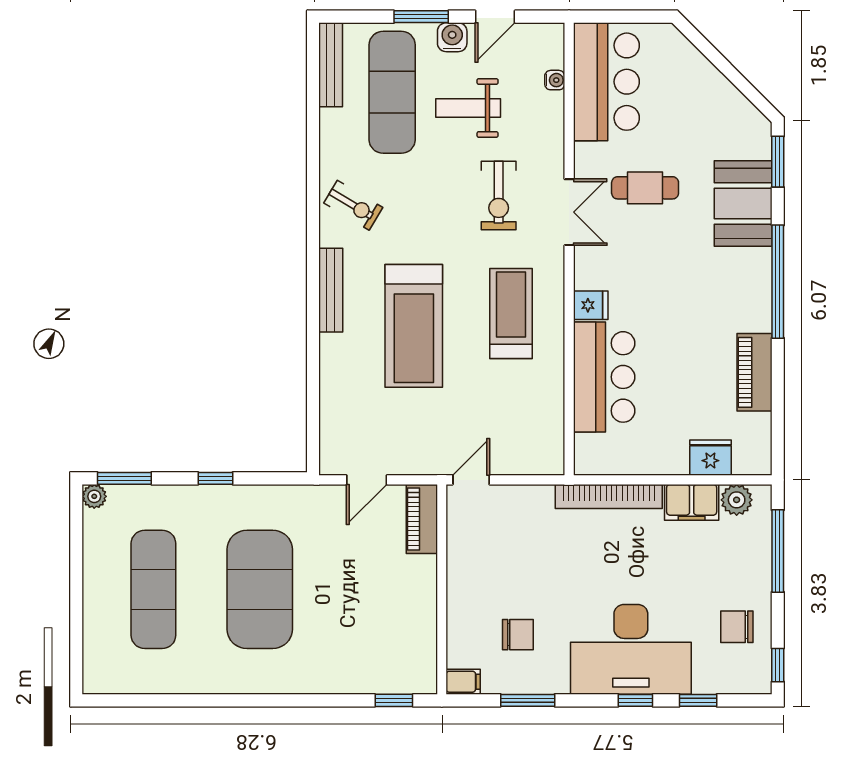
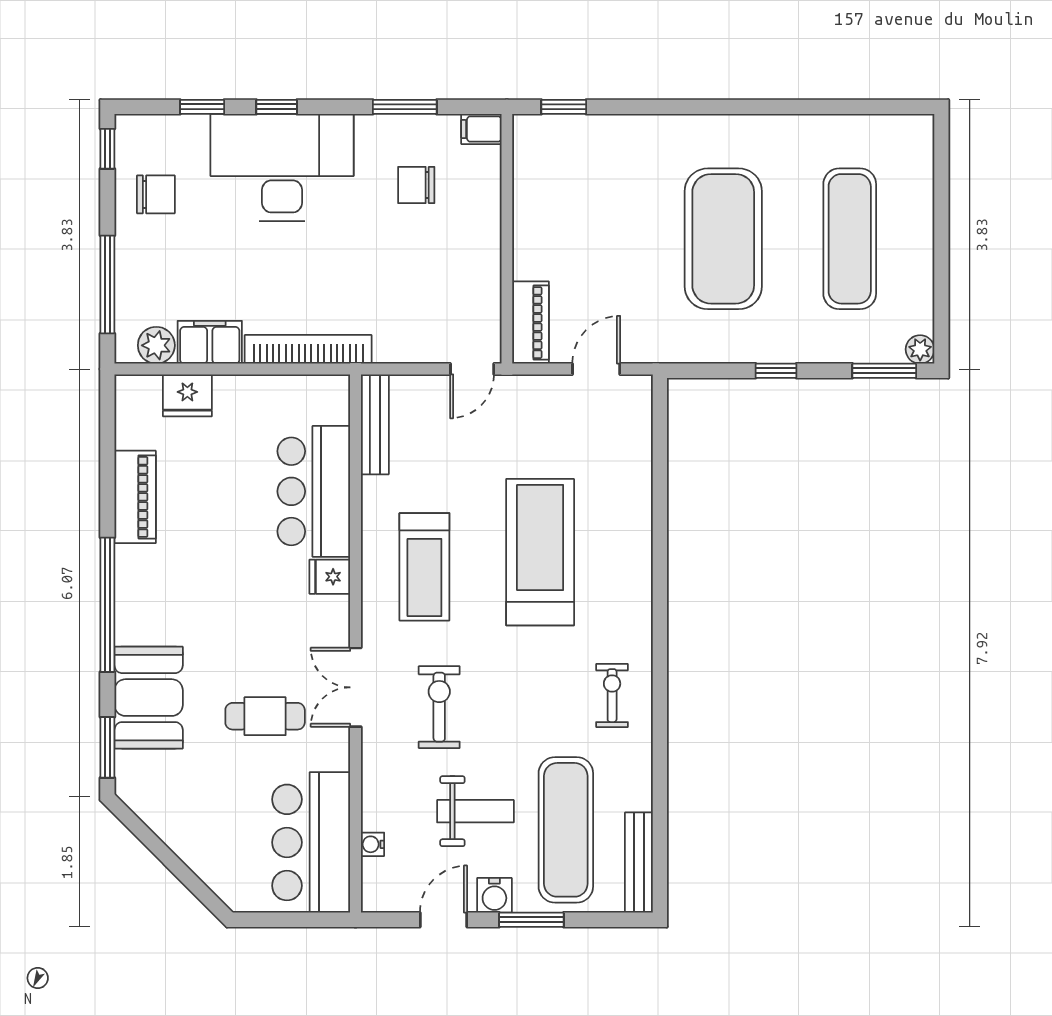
exercise bike: (353, 205) -> (612, 696), turned 59
bench: (331, 290) -> (375, 424), moved

